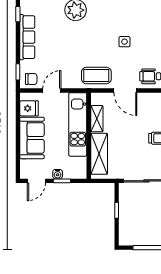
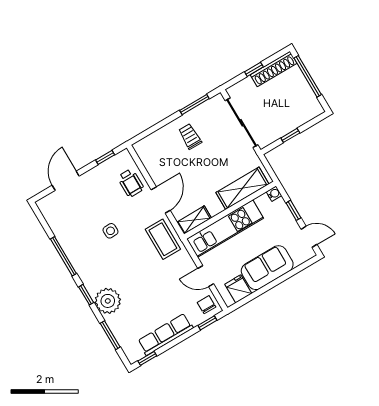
shelving: (97, 119) -> (194, 220), moved
water cooler: (58, 174) -> (274, 194), moved

